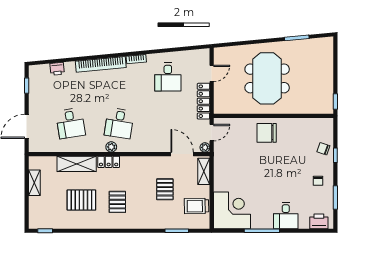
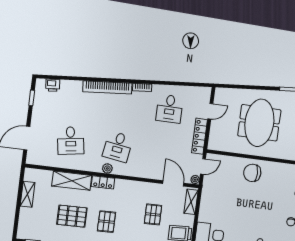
printer: (57, 69) -> (53, 85), moved

